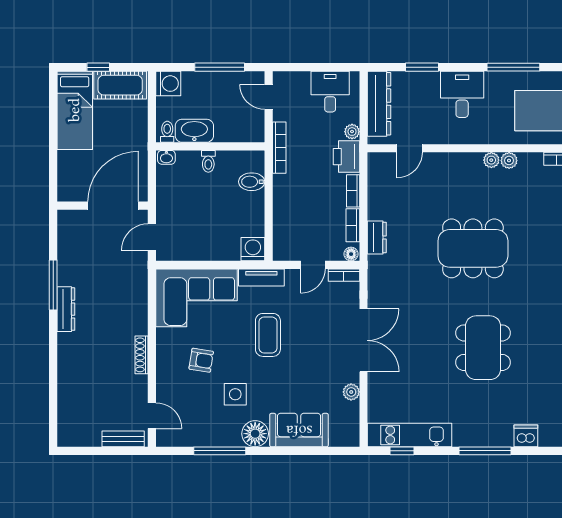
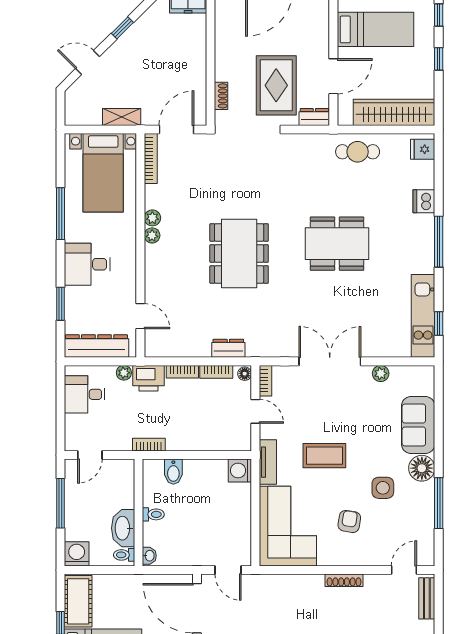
bookcase: (279, 148) -> (149, 445), width x0.64

